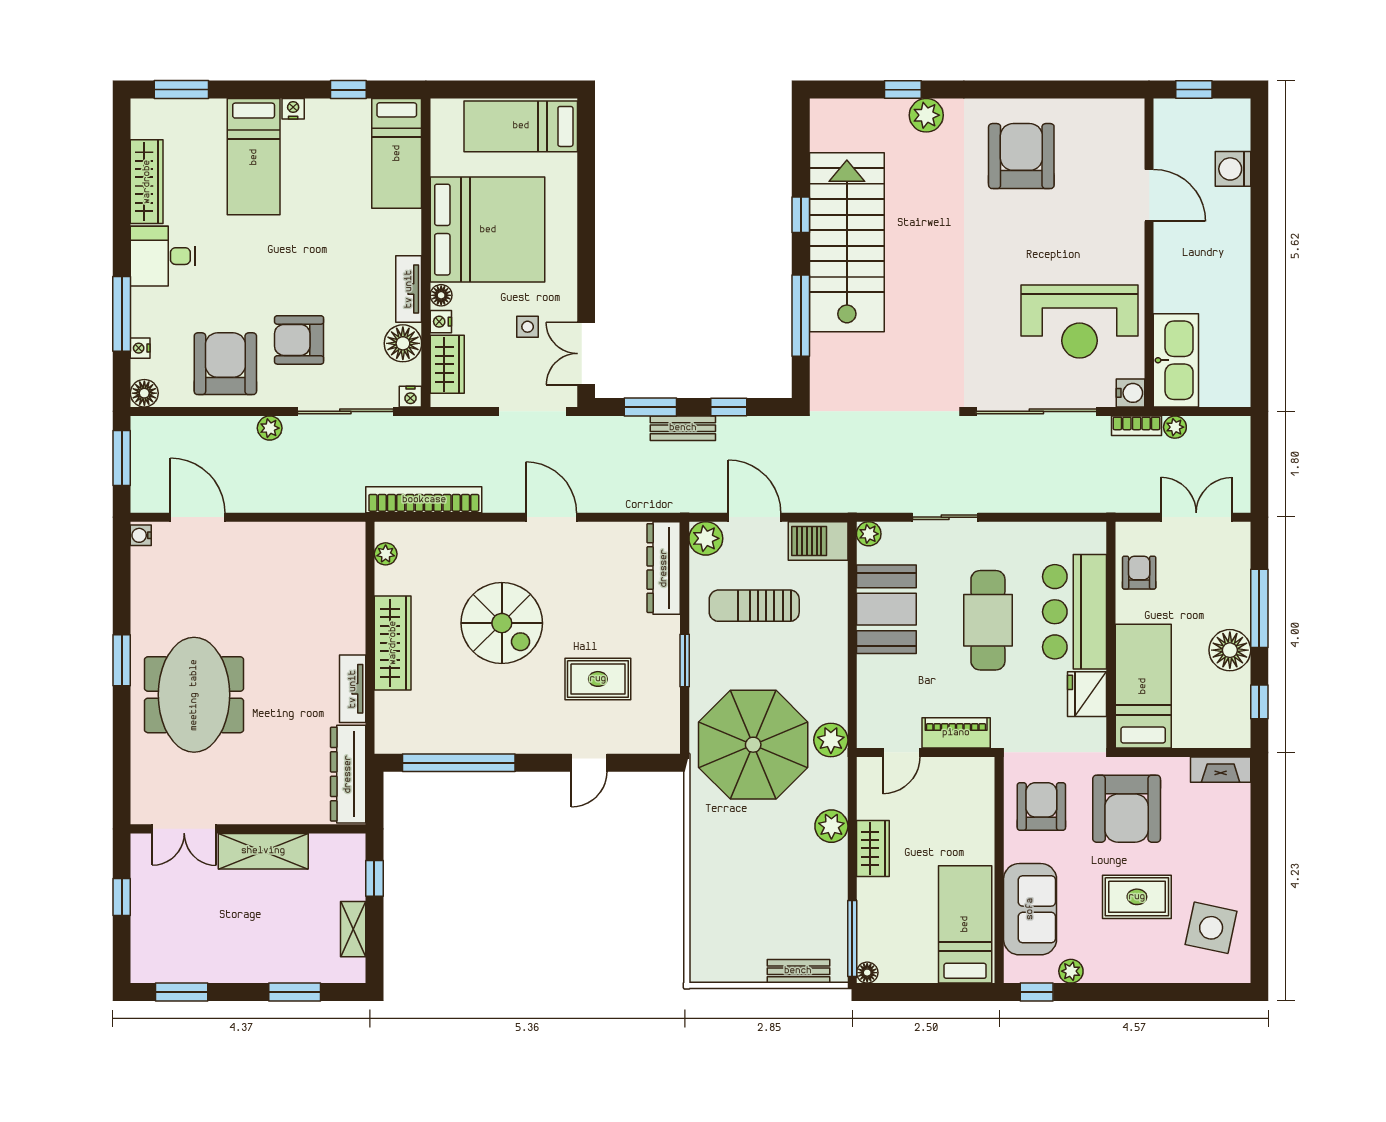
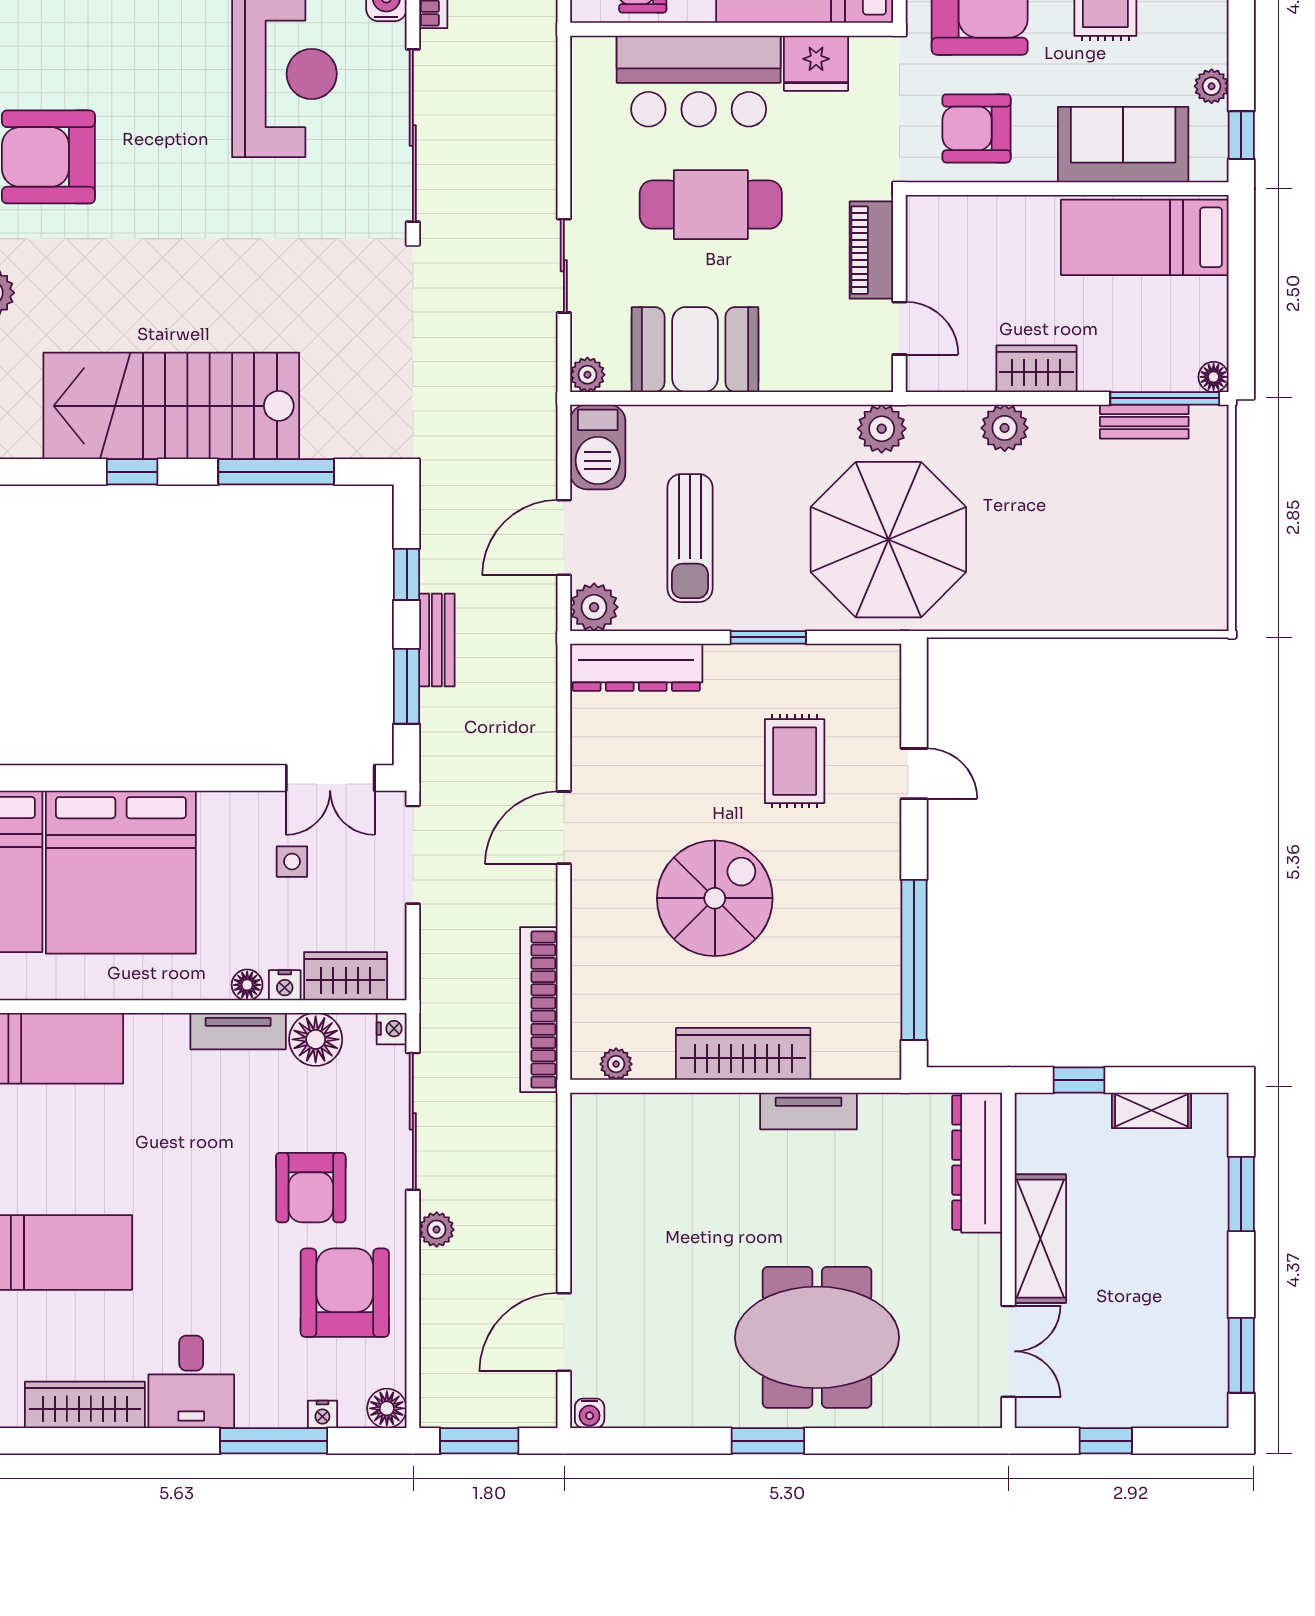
bed: (488, 230) -> (121, 872), moved, turned 180
armchair: (225, 364) -> (345, 1293), turned 90
dresser: (348, 774) -> (977, 1163), moved, turned 90
bench: (798, 971) -> (1144, 422), moved, turned 90

